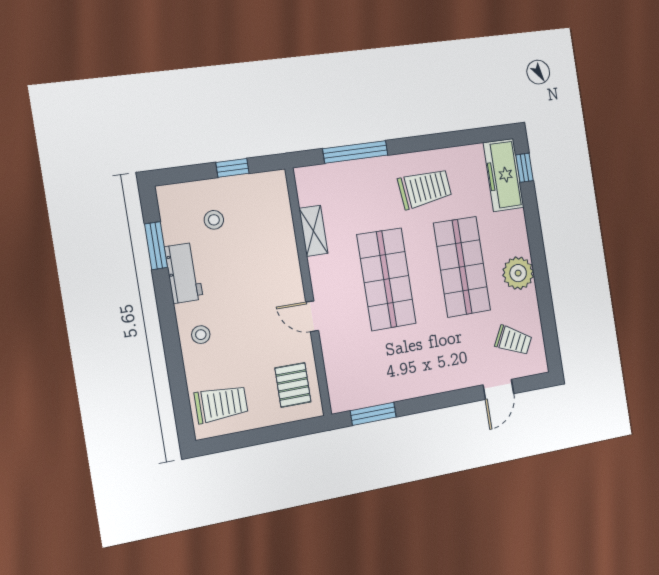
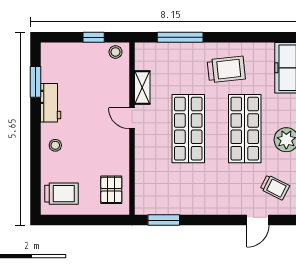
stool: (214, 220) -> (115, 52), moved
door: (312, 316) -> (132, 118), moved

